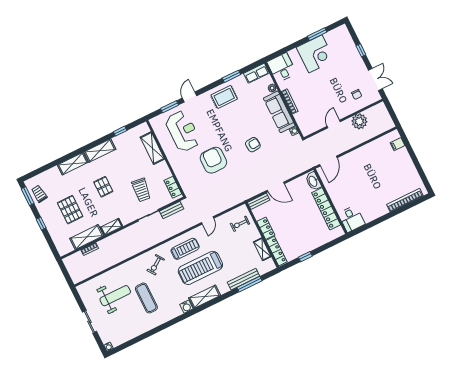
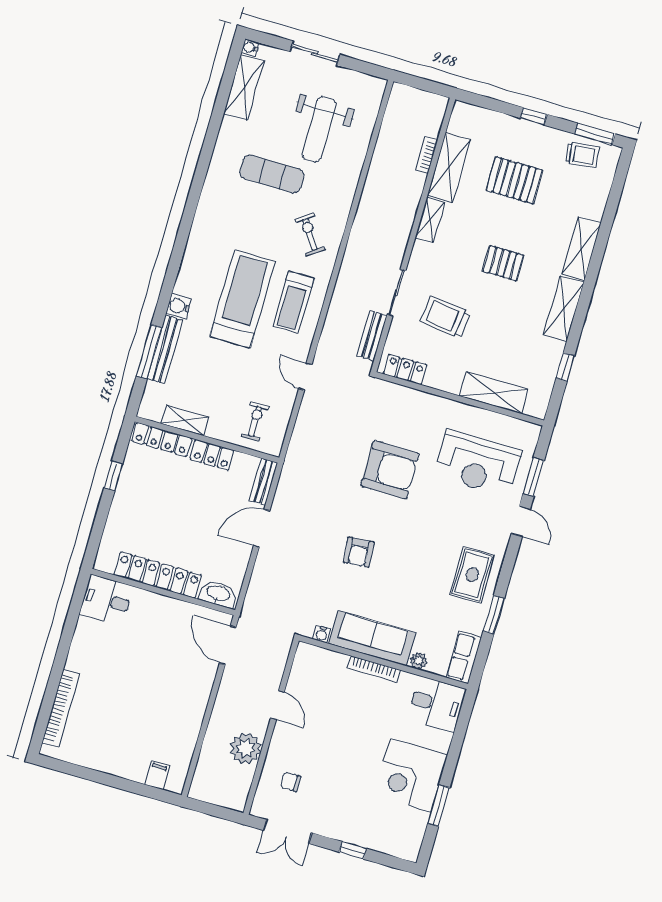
shelving: (205, 297) -> (244, 87), moved
water cooler: (186, 307) -> (179, 306), moved

